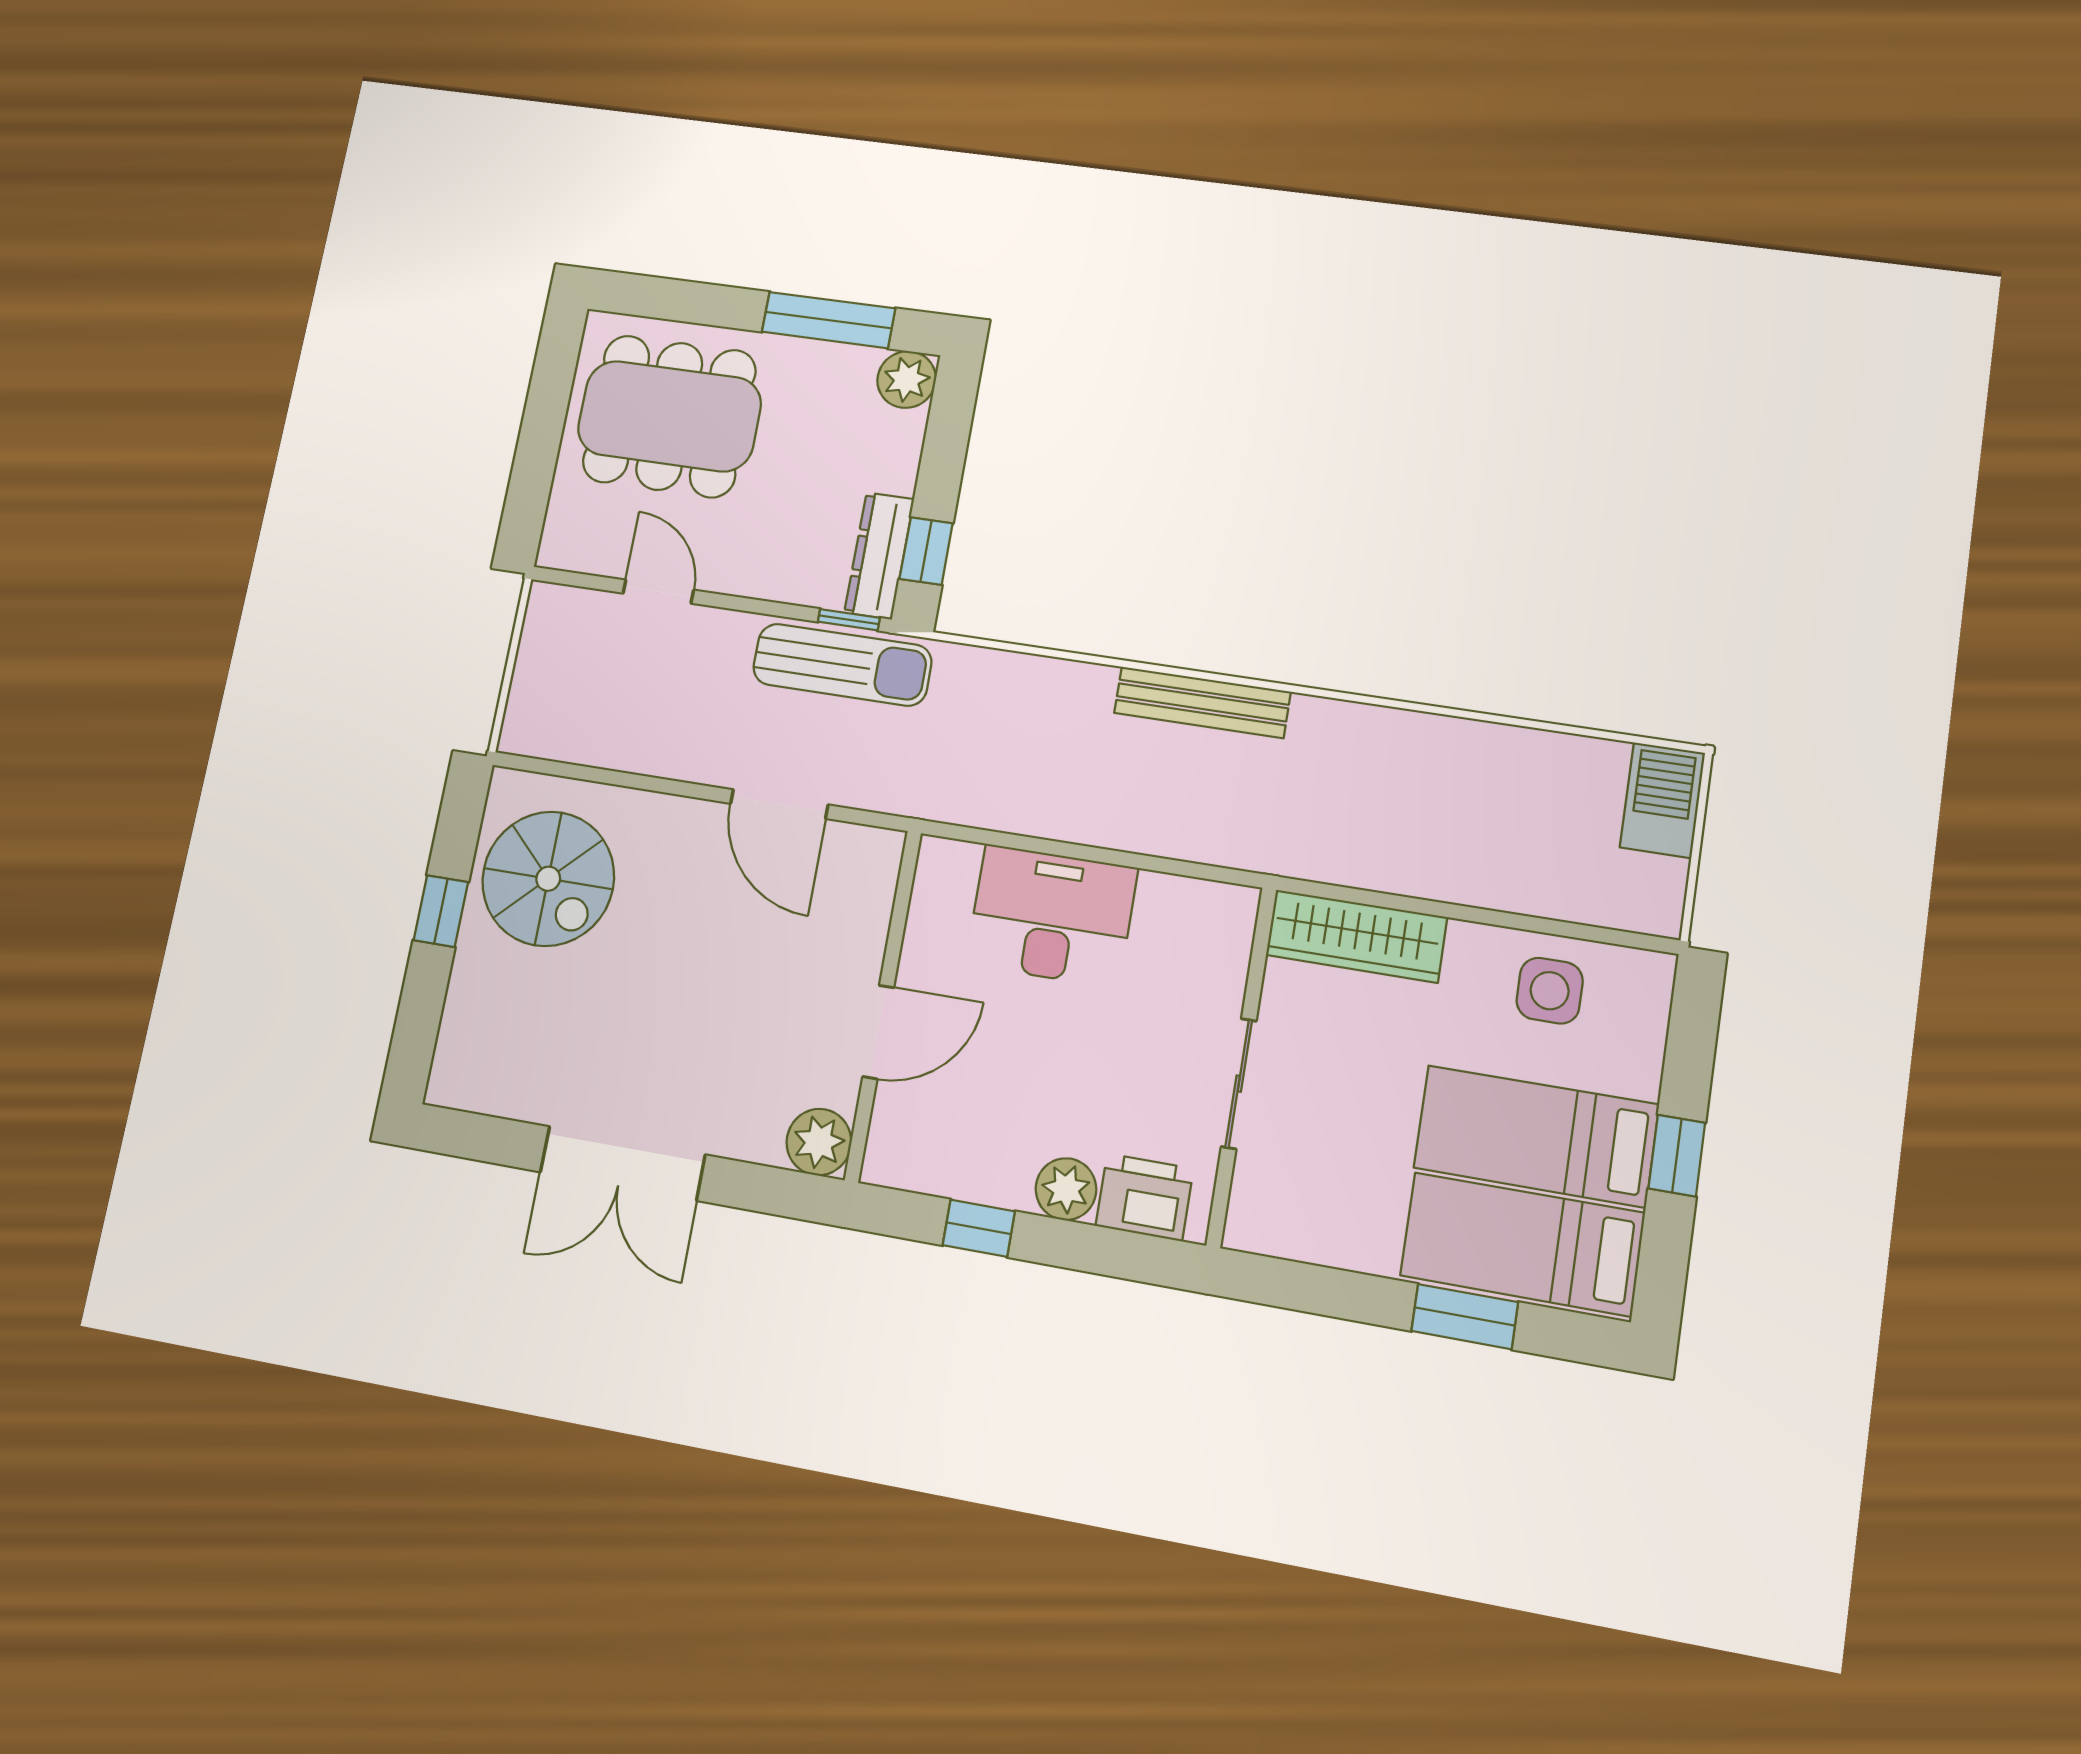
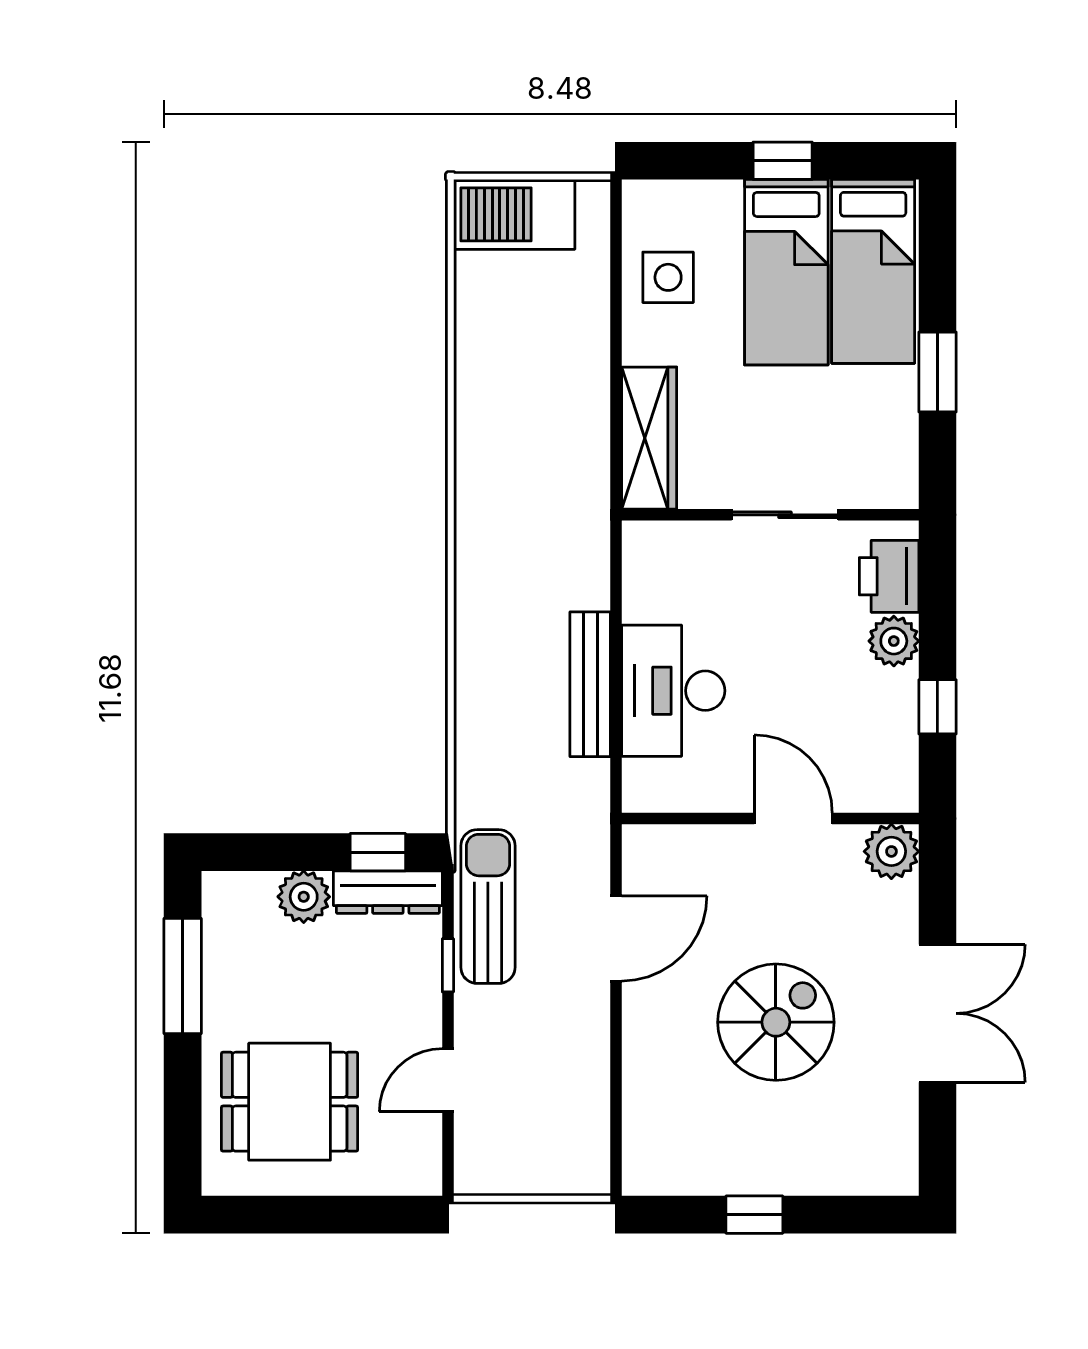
plant: (907, 379) -> (304, 897), moved
dining table: (669, 416) -> (290, 1102), width x0.73
window: (849, 620) -> (448, 965), moved
bench: (1202, 702) -> (590, 684), moved
barbecue: (1662, 800) -> (514, 214), width x1.37, depth x1.21
spiral stairs: (548, 879) -> (776, 1022), moved
window: (1465, 1317) -> (937, 372), moved

